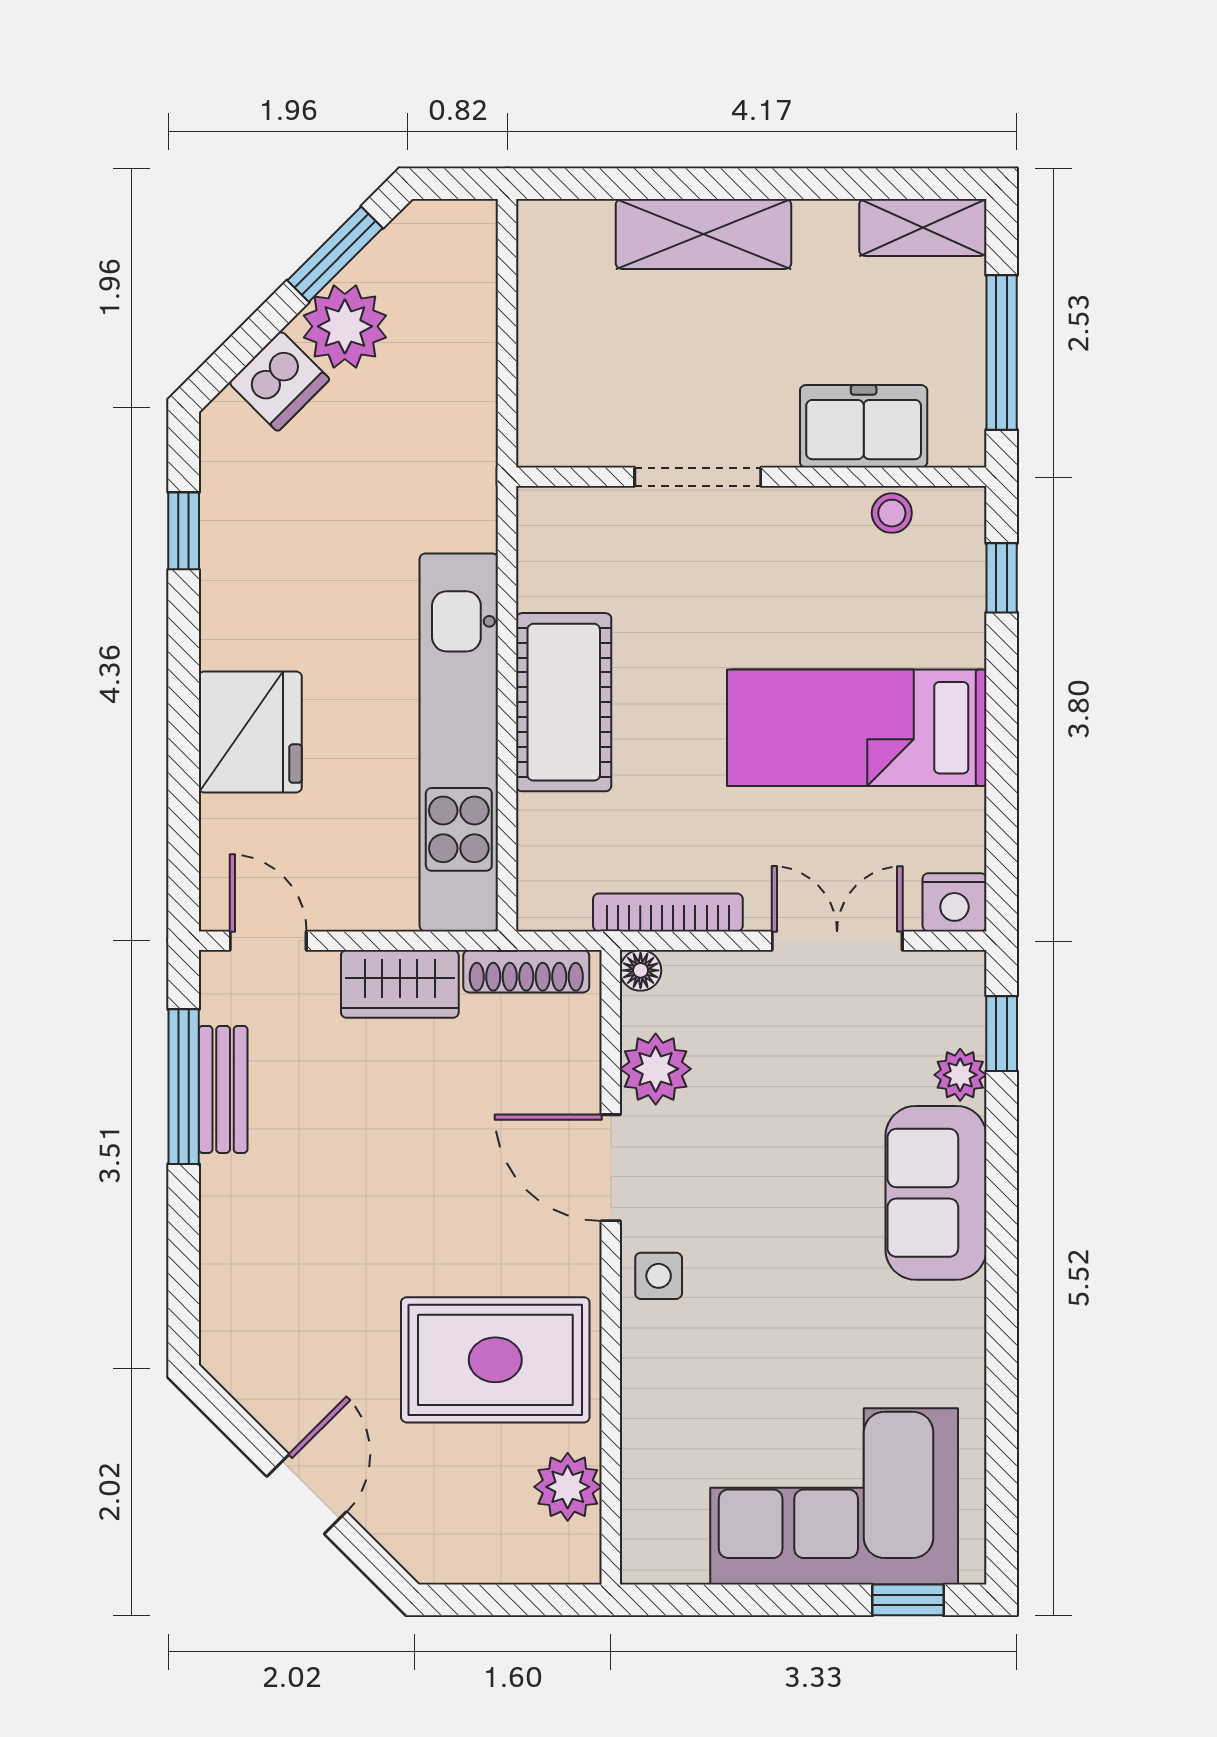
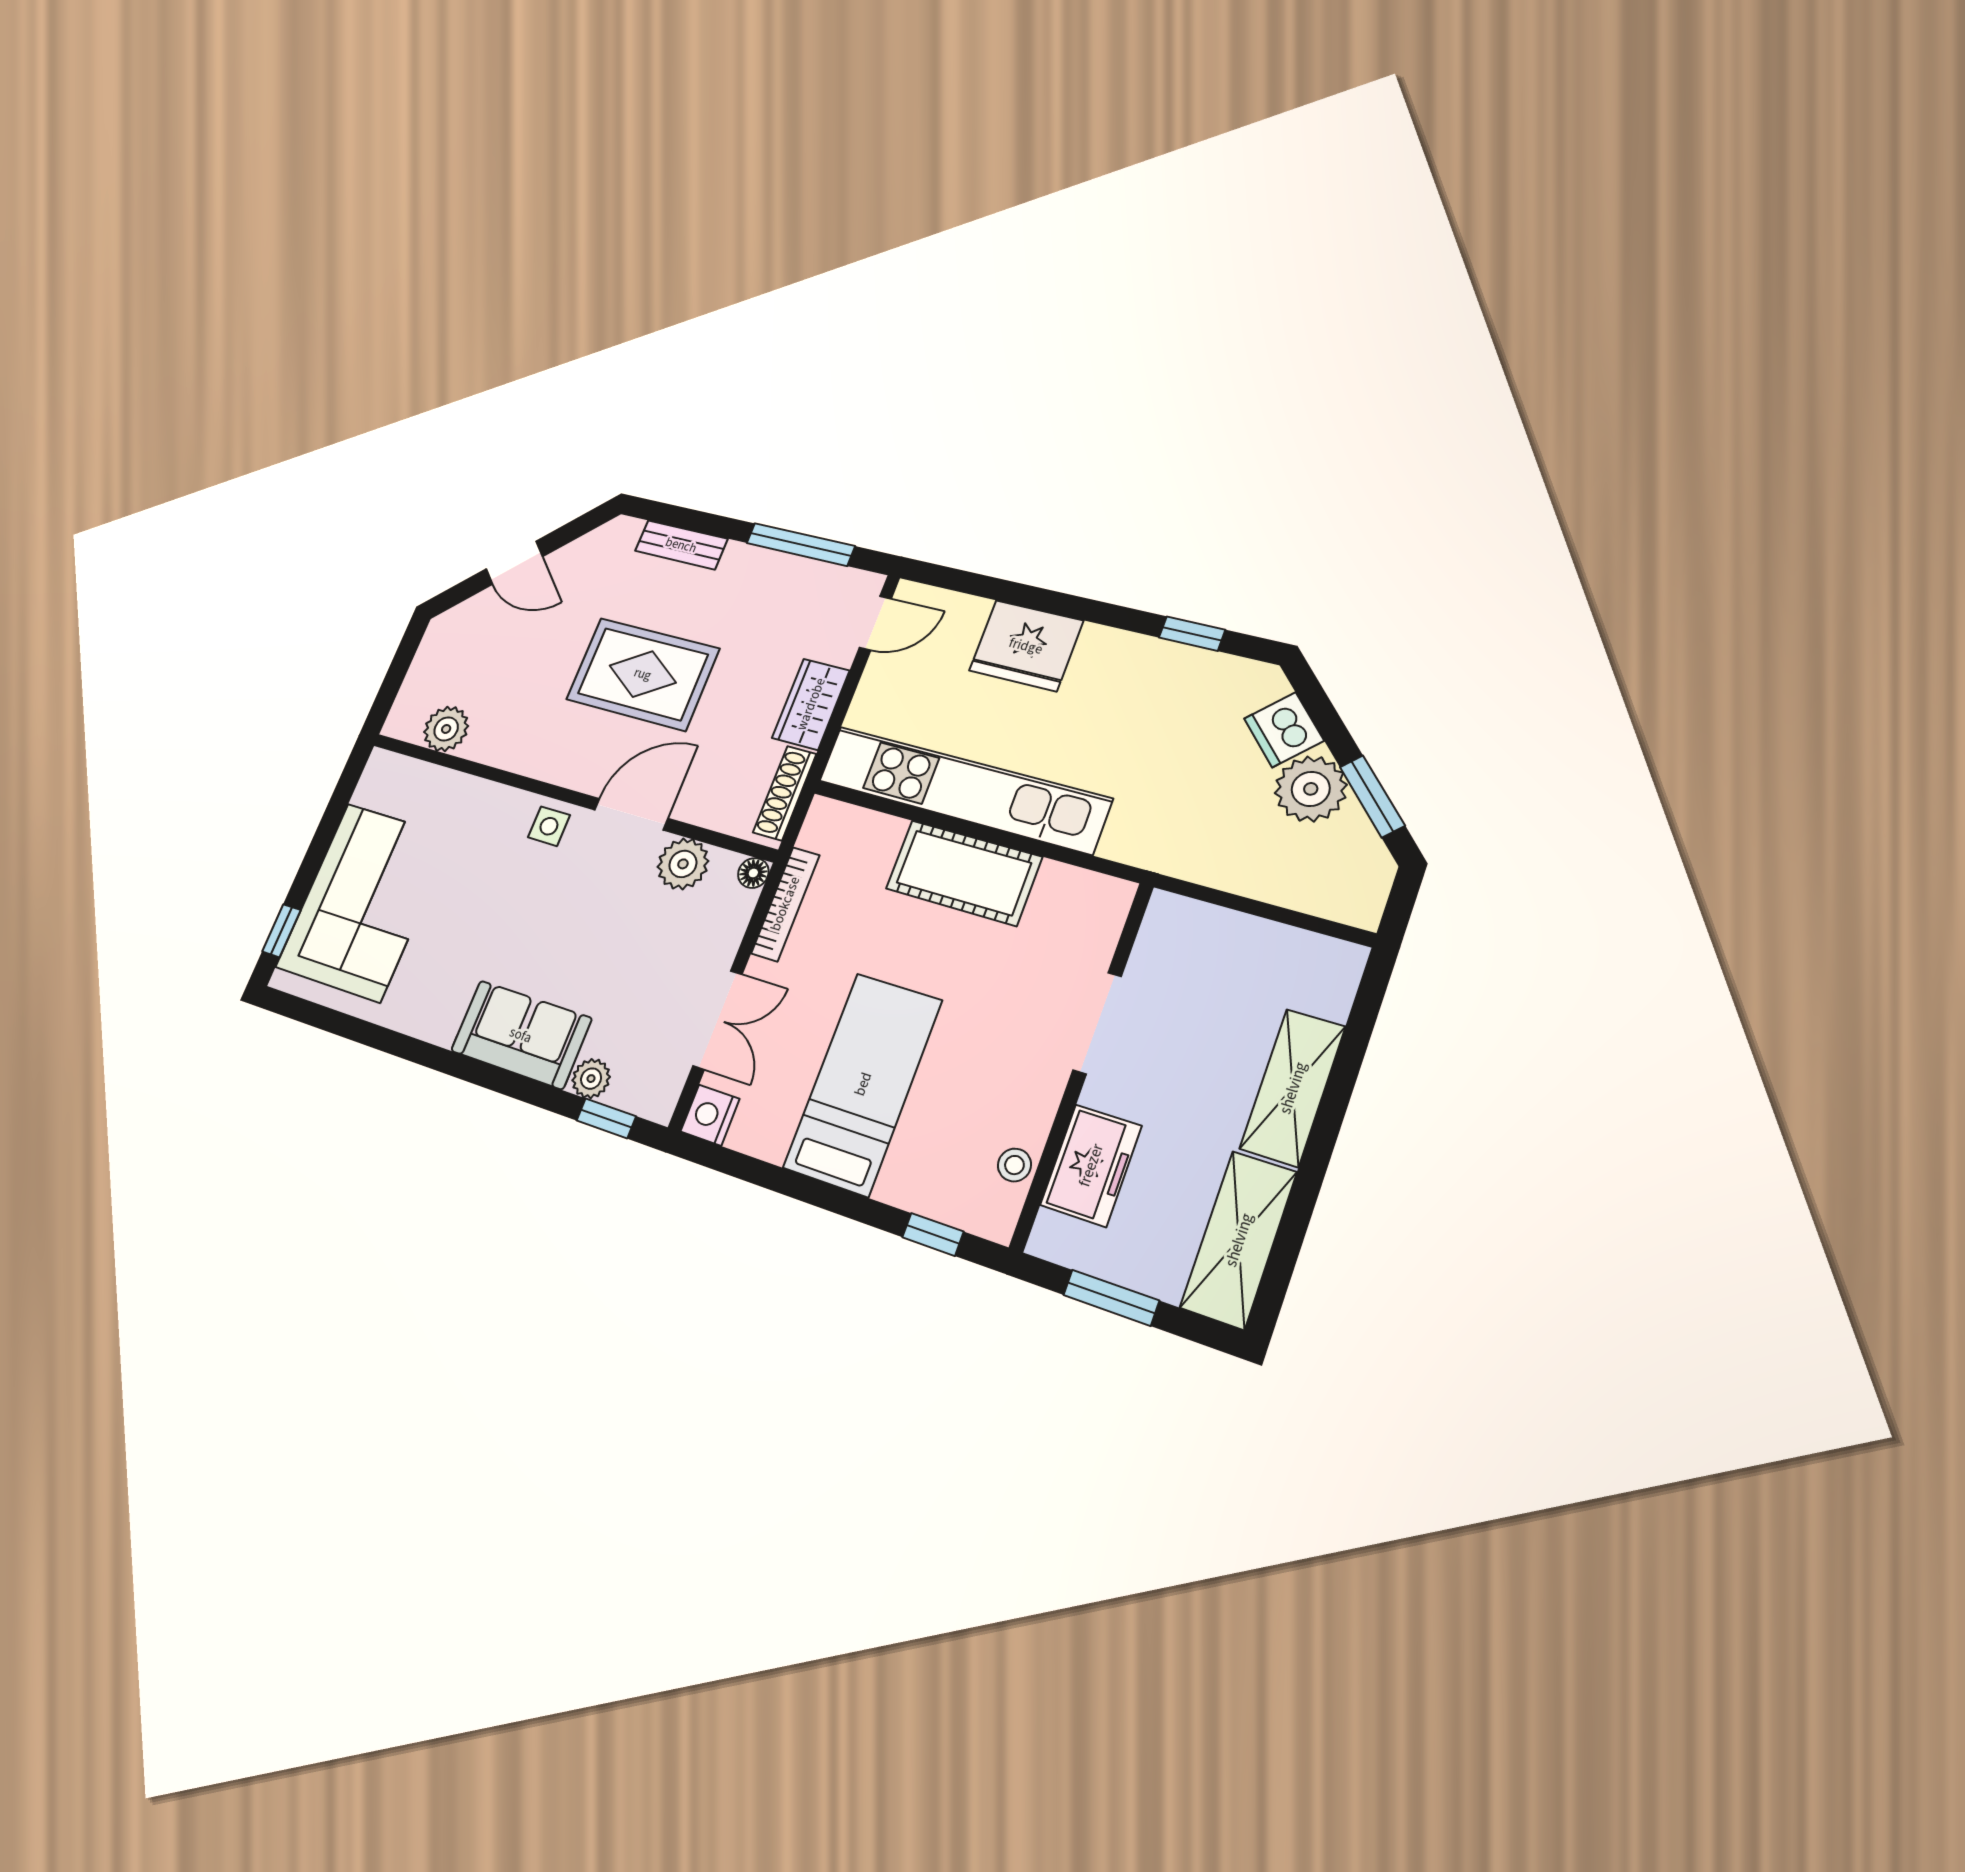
shelving: (923, 228) -> (1239, 1240), width x1.50, depth x1.33
window: (1002, 352) -> (1111, 1298), width x0.69
bench: (223, 1089) -> (681, 545), moved
rug: (495, 1360) -> (643, 674), moved, turned 90

